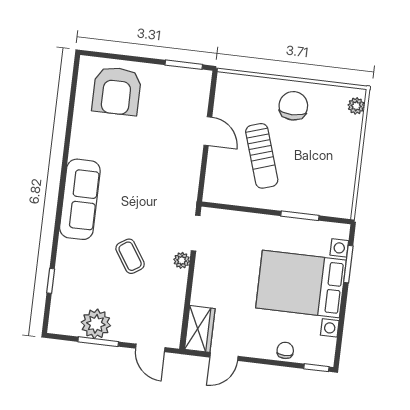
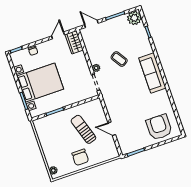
plant: (96, 324) -> (134, 18), moved

